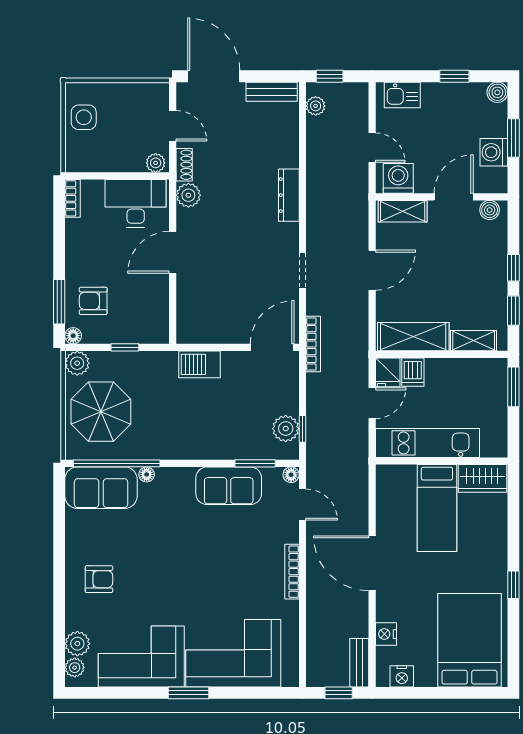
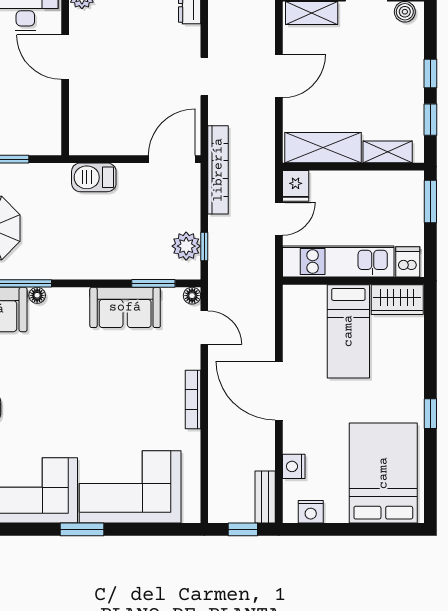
door: (173, 252) -> (65, 57), hinge flipped
bookcase: (313, 344) -> (218, 170), width x1.48, depth x1.31
dishwasher: (413, 372) -> (408, 262), moved, turned 180

